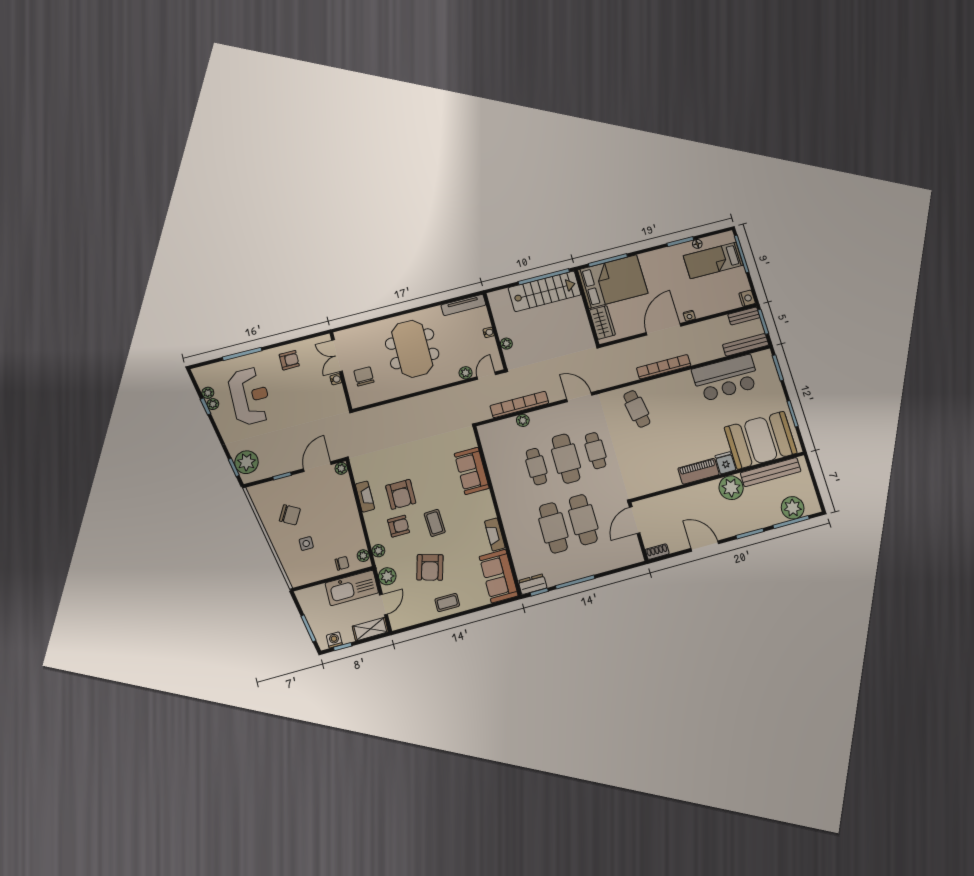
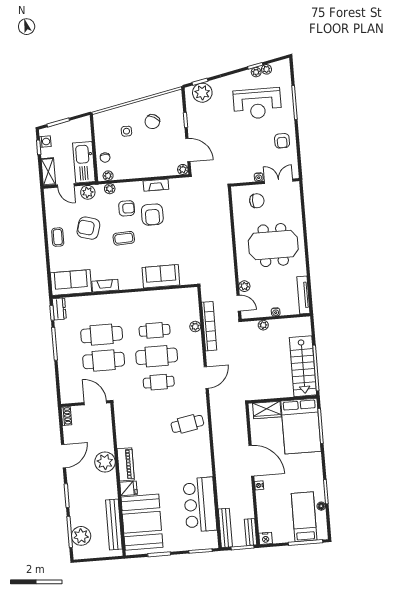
bookcase: (664, 367) -> (219, 454), removed
plant: (731, 488) -> (105, 462), moved
armchair: (401, 494) -> (152, 215), turned -90
armchair: (399, 526) -> (127, 208), turned -90

